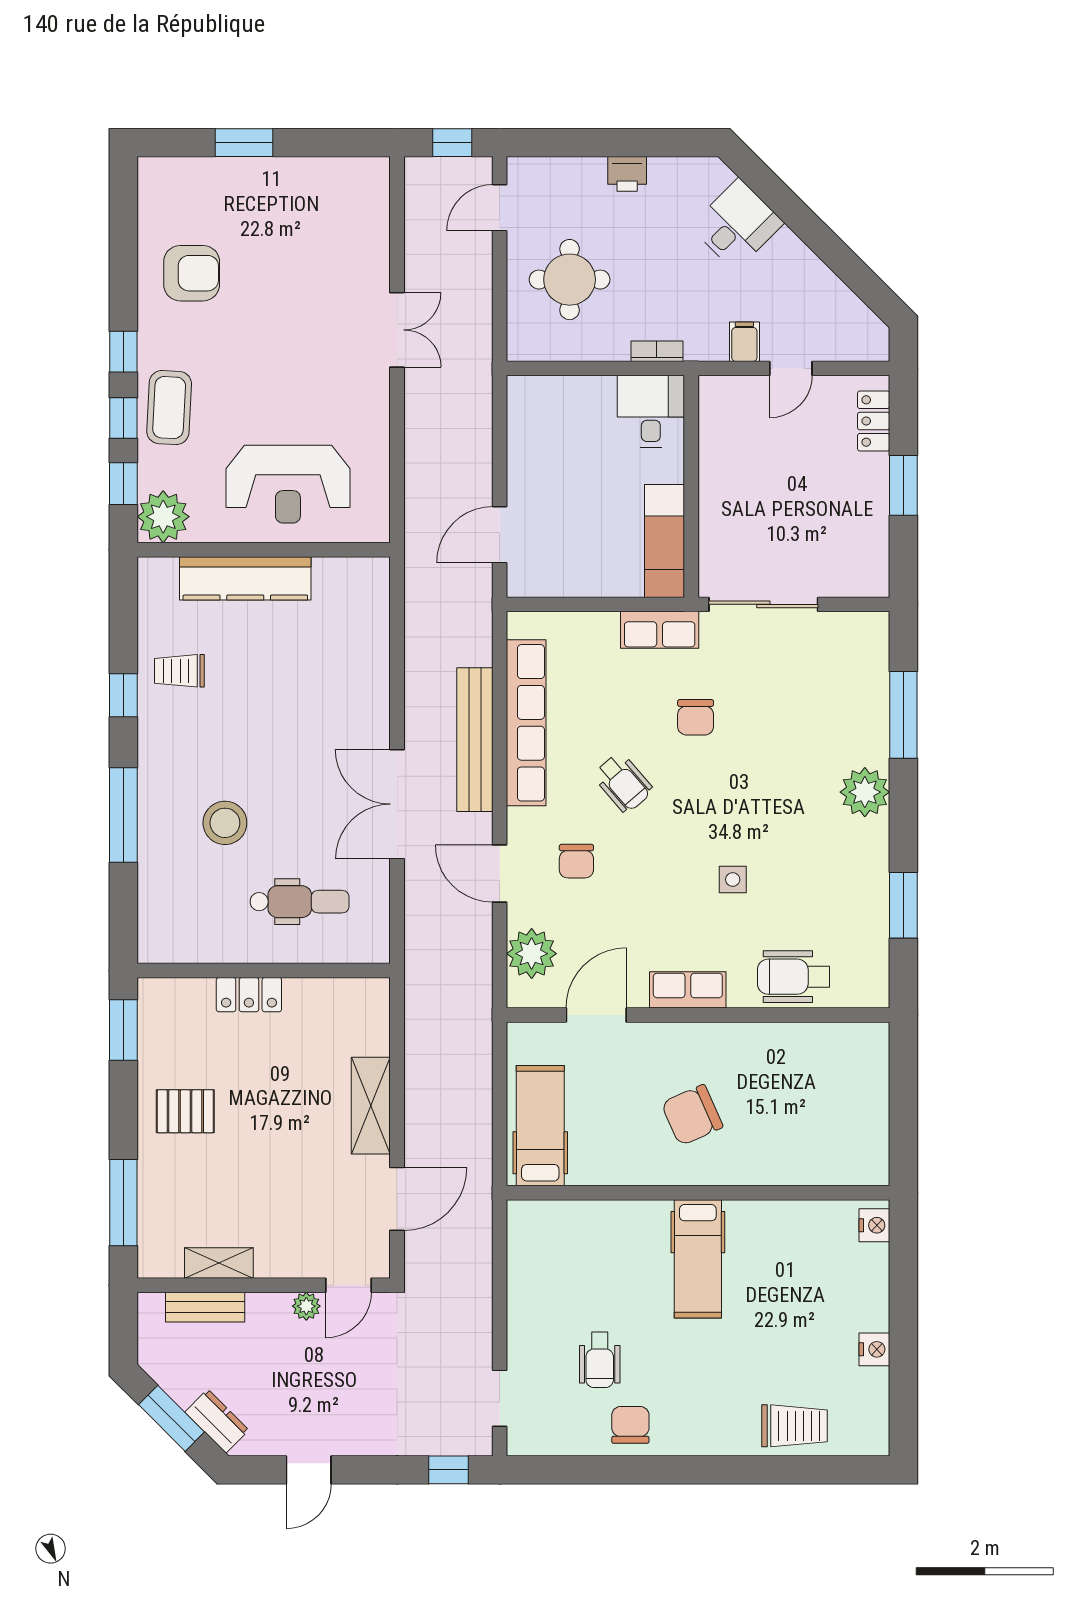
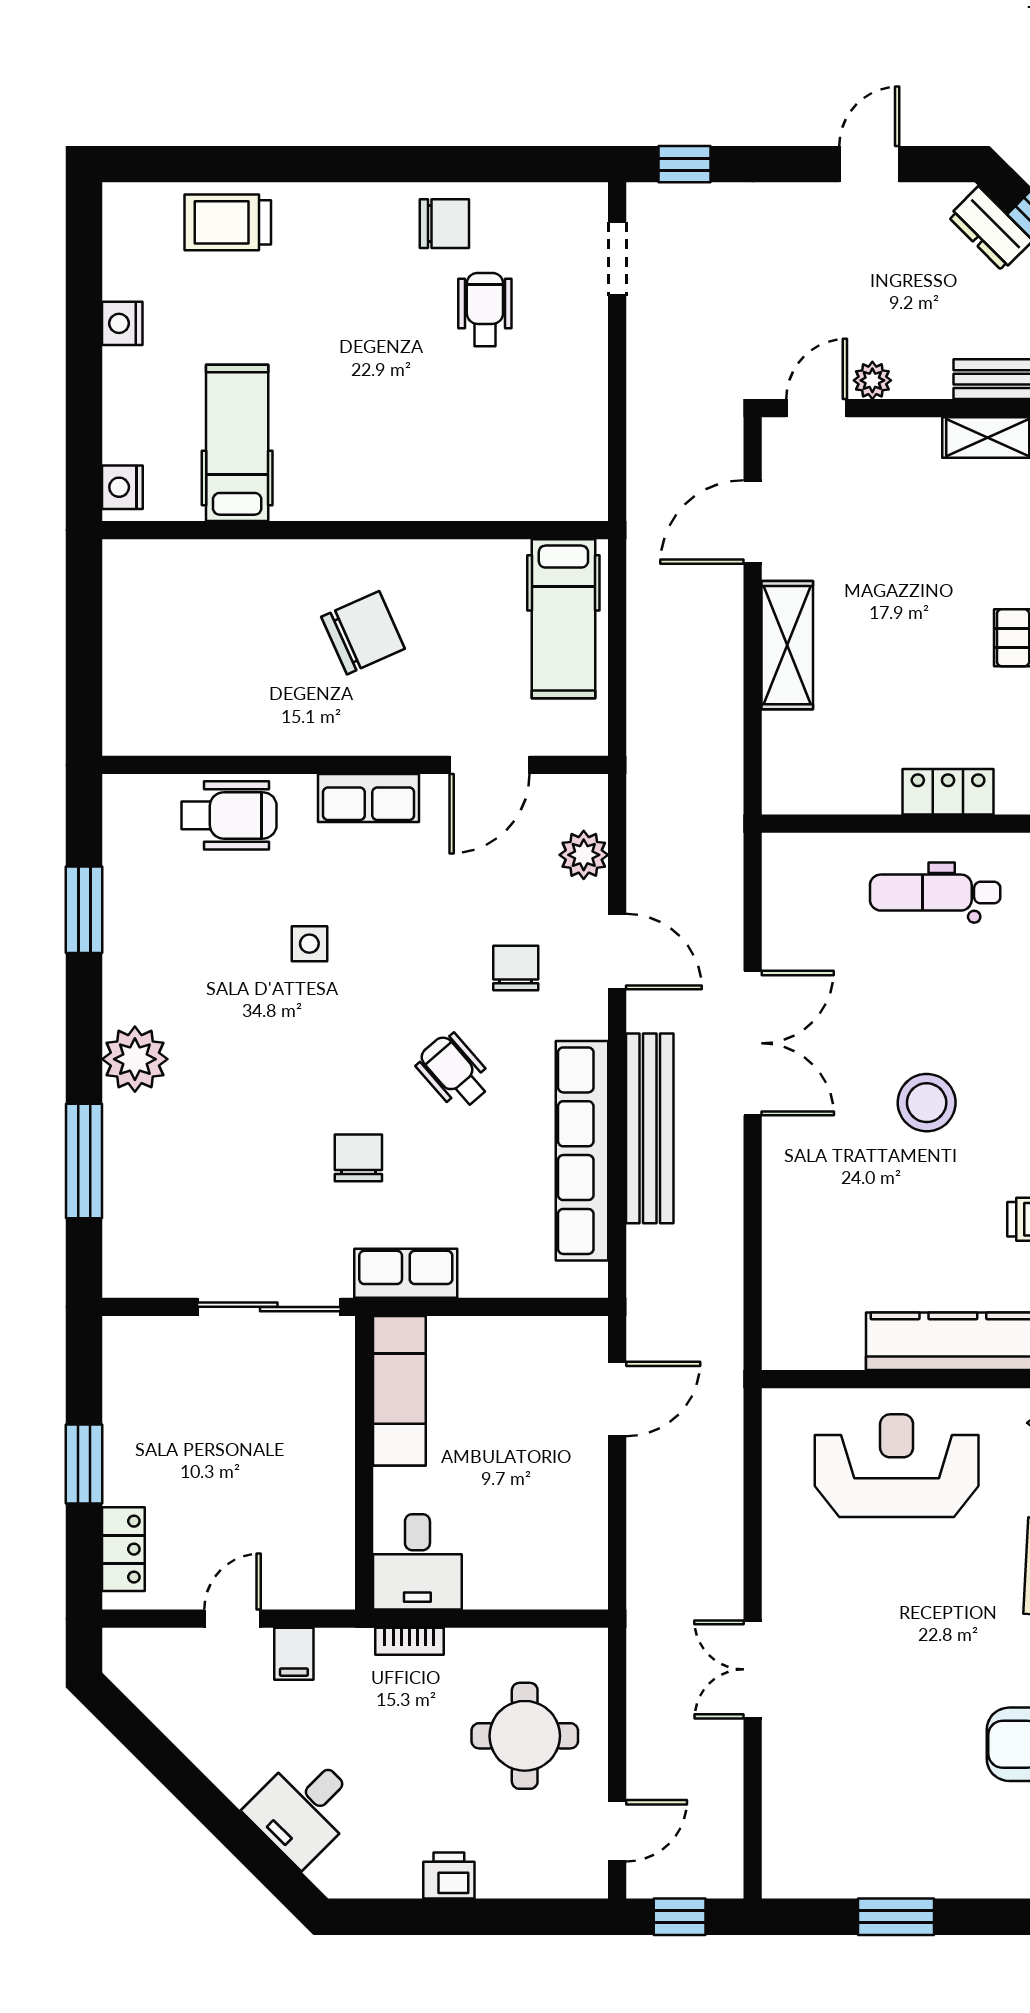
window: (244, 143) -> (896, 1917), moved
stool: (225, 823) -> (927, 1103), moved
dental chair: (300, 902) -> (935, 893), moved
plant: (532, 954) -> (584, 855), width x0.73, depth x0.73
hospital bed: (698, 1259) -> (237, 443), moved
chair: (630, 1425) -> (444, 224), turned -90

